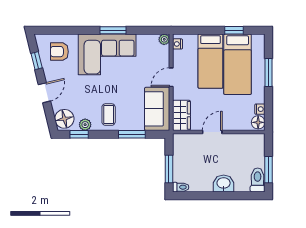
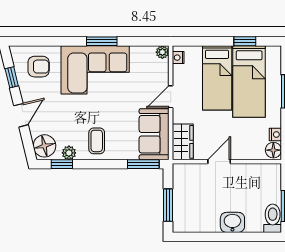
armchair: (59, 52) -> (39, 67), turned 180
window: (132, 134) -> (143, 164), moved
toilet: (181, 187) -> (182, 227), removed

